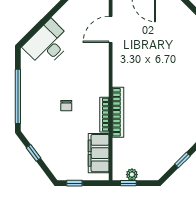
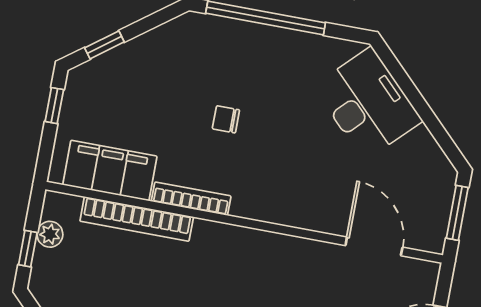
bookcase: (118, 112) -> (137, 219), moved
window: (33, 153) -> (104, 45), moved
window: (128, 183) -> (28, 249), moved

